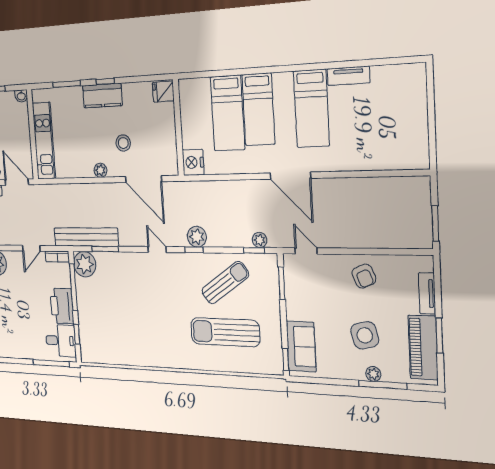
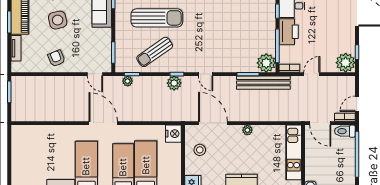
stool: (123, 143) -> (200, 150), moved

